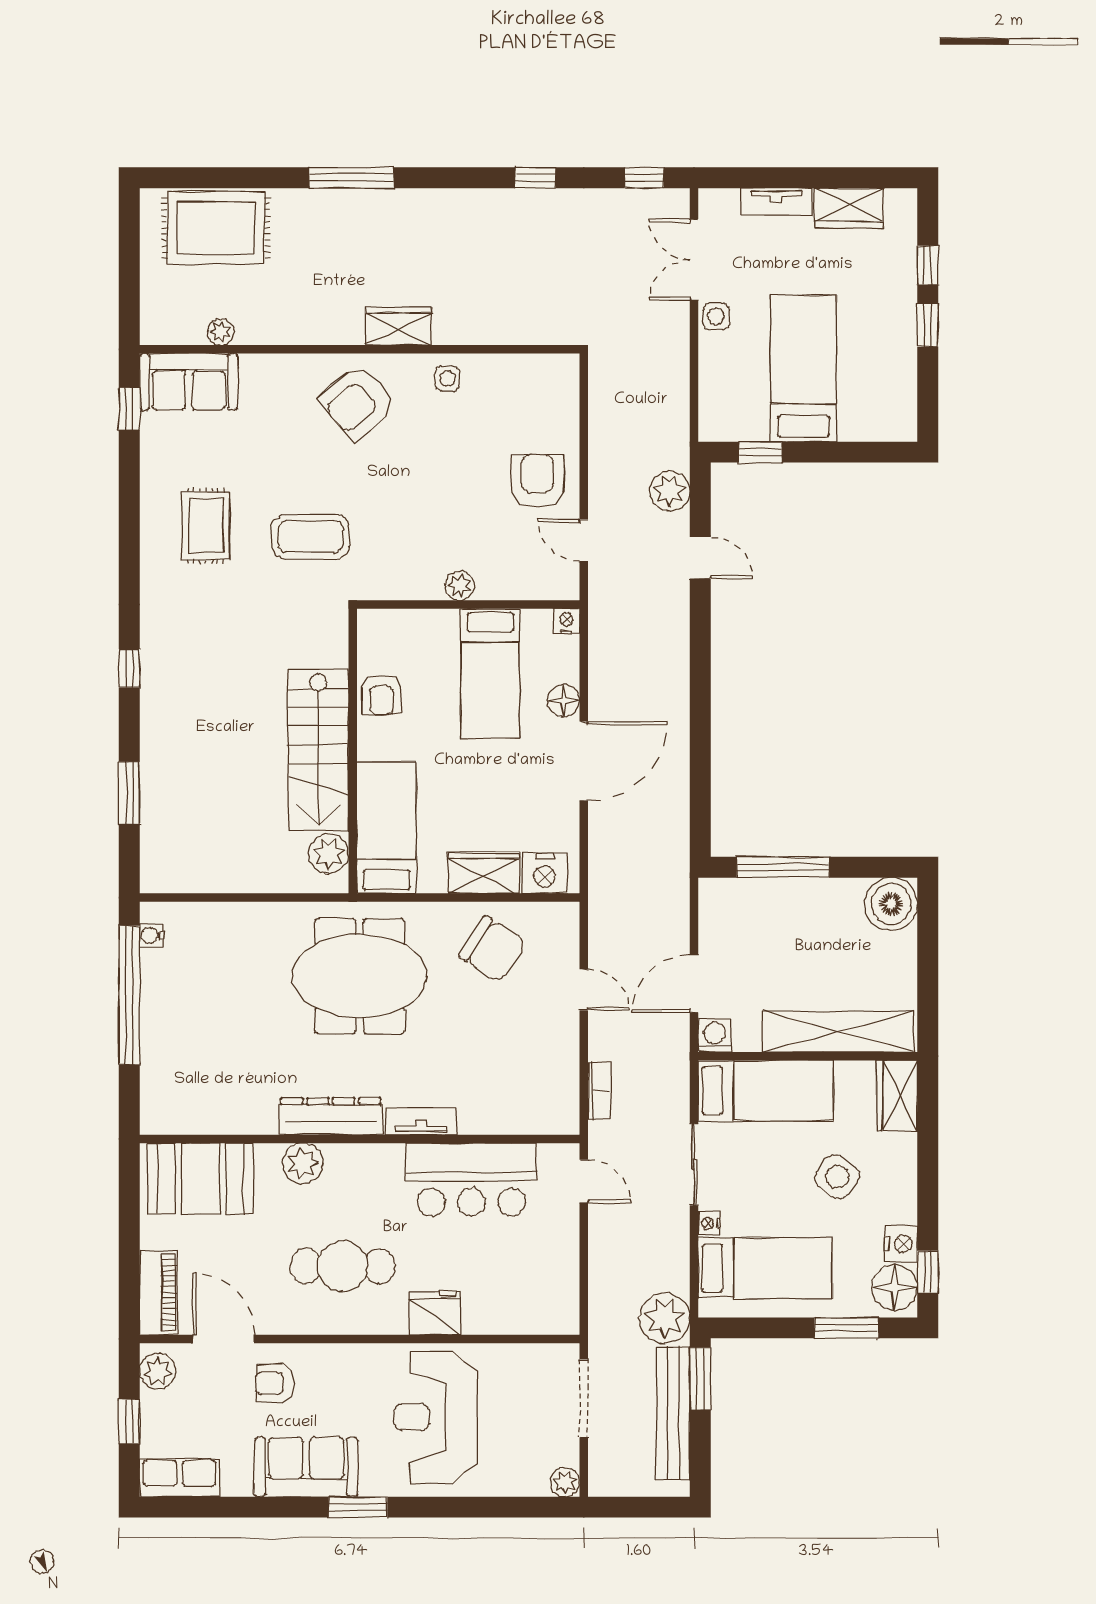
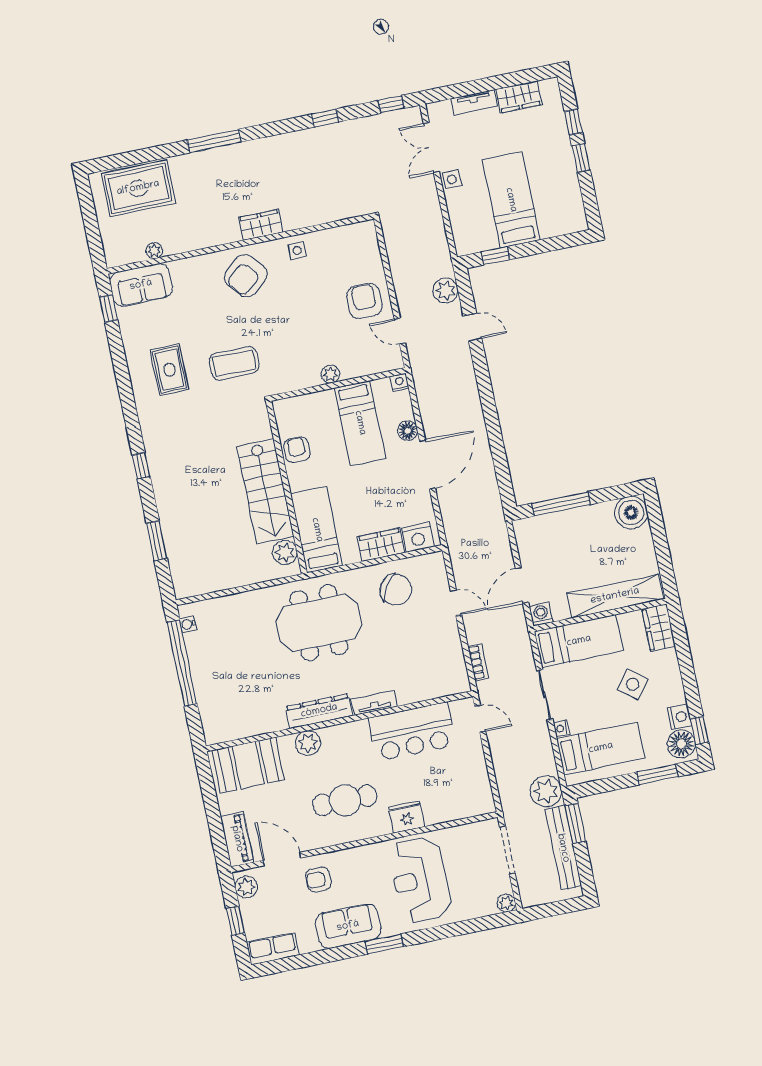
armchair: (381, 695) -> (297, 450), turned 180

